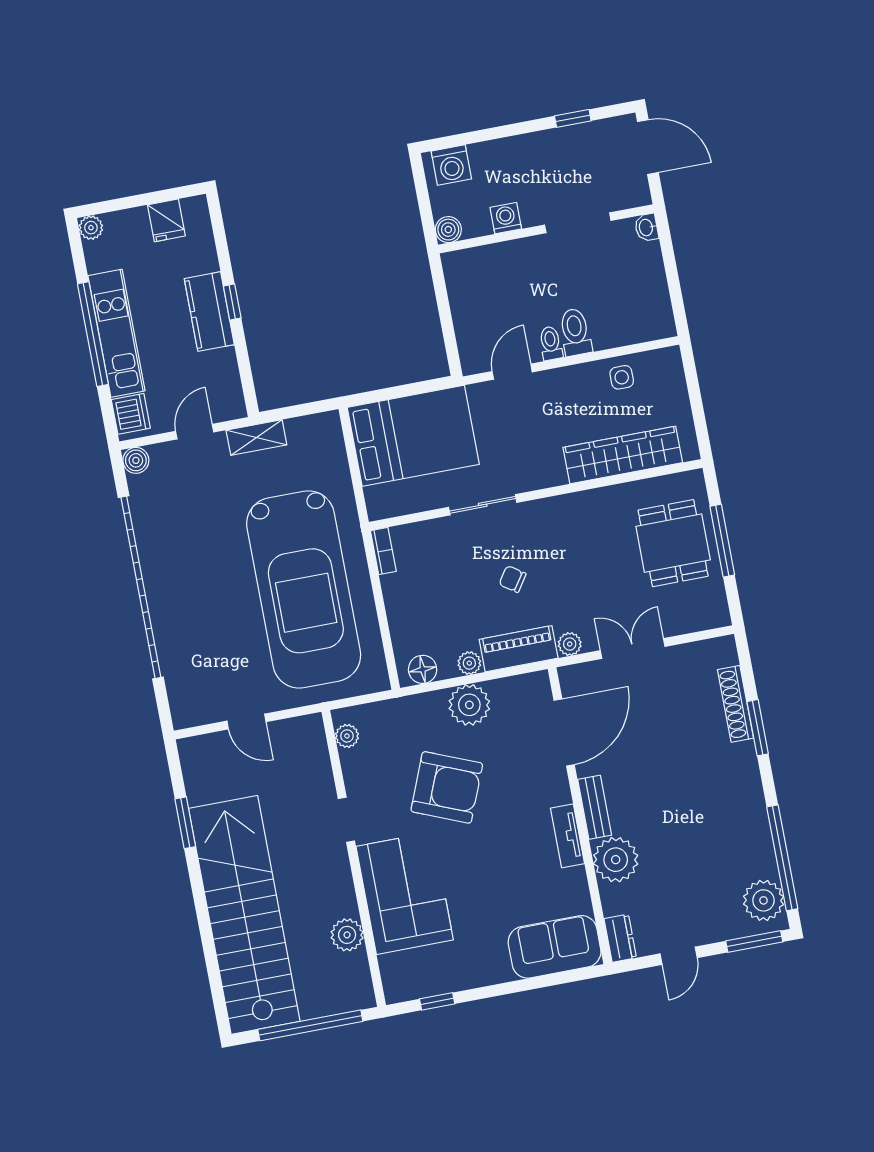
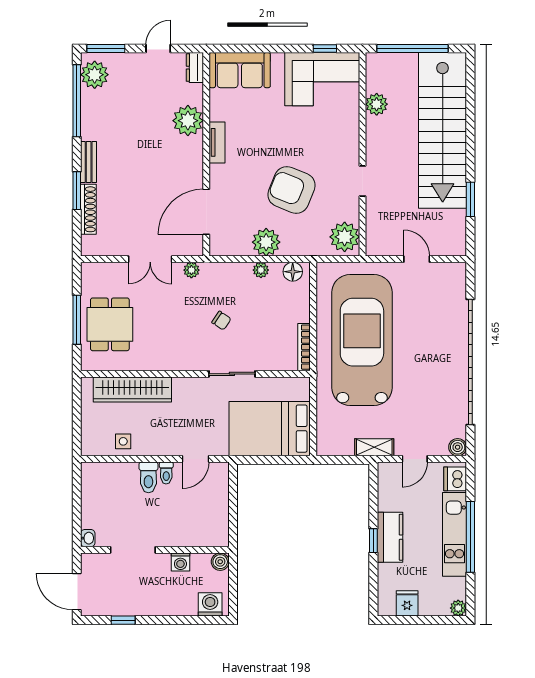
bookcase: (383, 551) -> (304, 347), width x1.56
piano: (519, 649) -> (226, 273), removed
plant: (347, 736) -> (345, 237), width x1.88, depth x1.88
bench: (595, 807) -> (89, 162), moved
corner sofa: (405, 893) -> (322, 79), moved, turned -90

